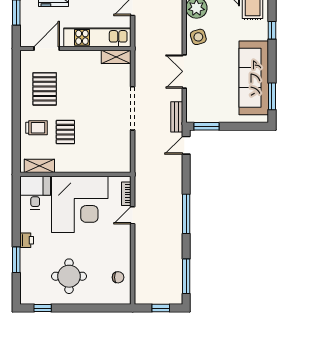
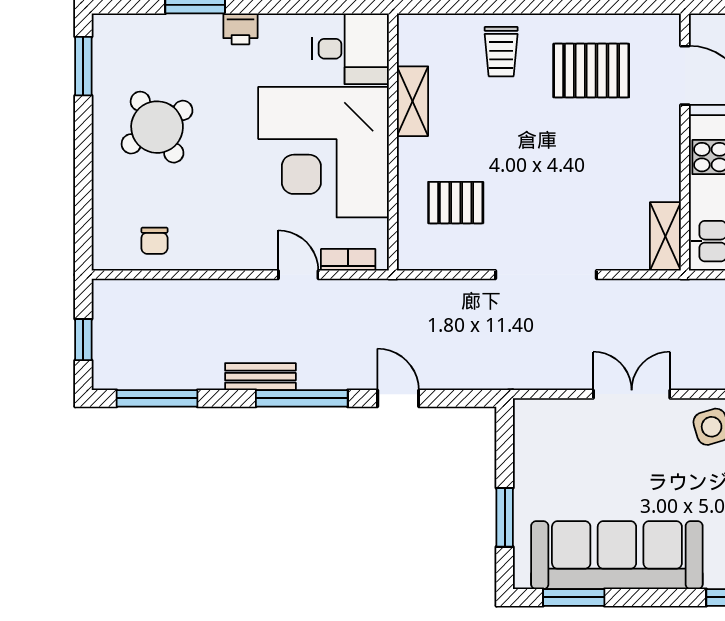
bench: (177, 117) -> (260, 377), moved
window: (207, 126) -> (505, 517), moved
pallet: (65, 132) -> (456, 203), moved
door: (186, 145) -> (398, 398), moved
shelving: (39, 166) -> (413, 101), moved
round table: (69, 276) -> (157, 127), turned -33
window: (43, 308) -> (83, 66), width x1.50

